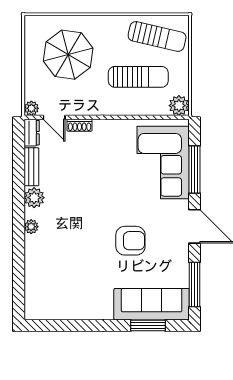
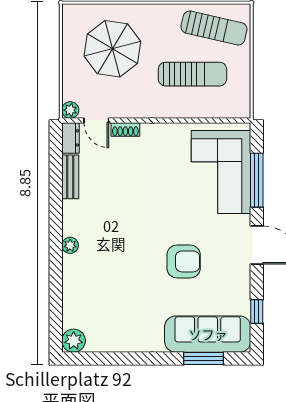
plant: (179, 106) -> (239, 107), removed
plant: (34, 198) -> (74, 341), moved
window: (194, 285) -> (257, 312), width x0.46

